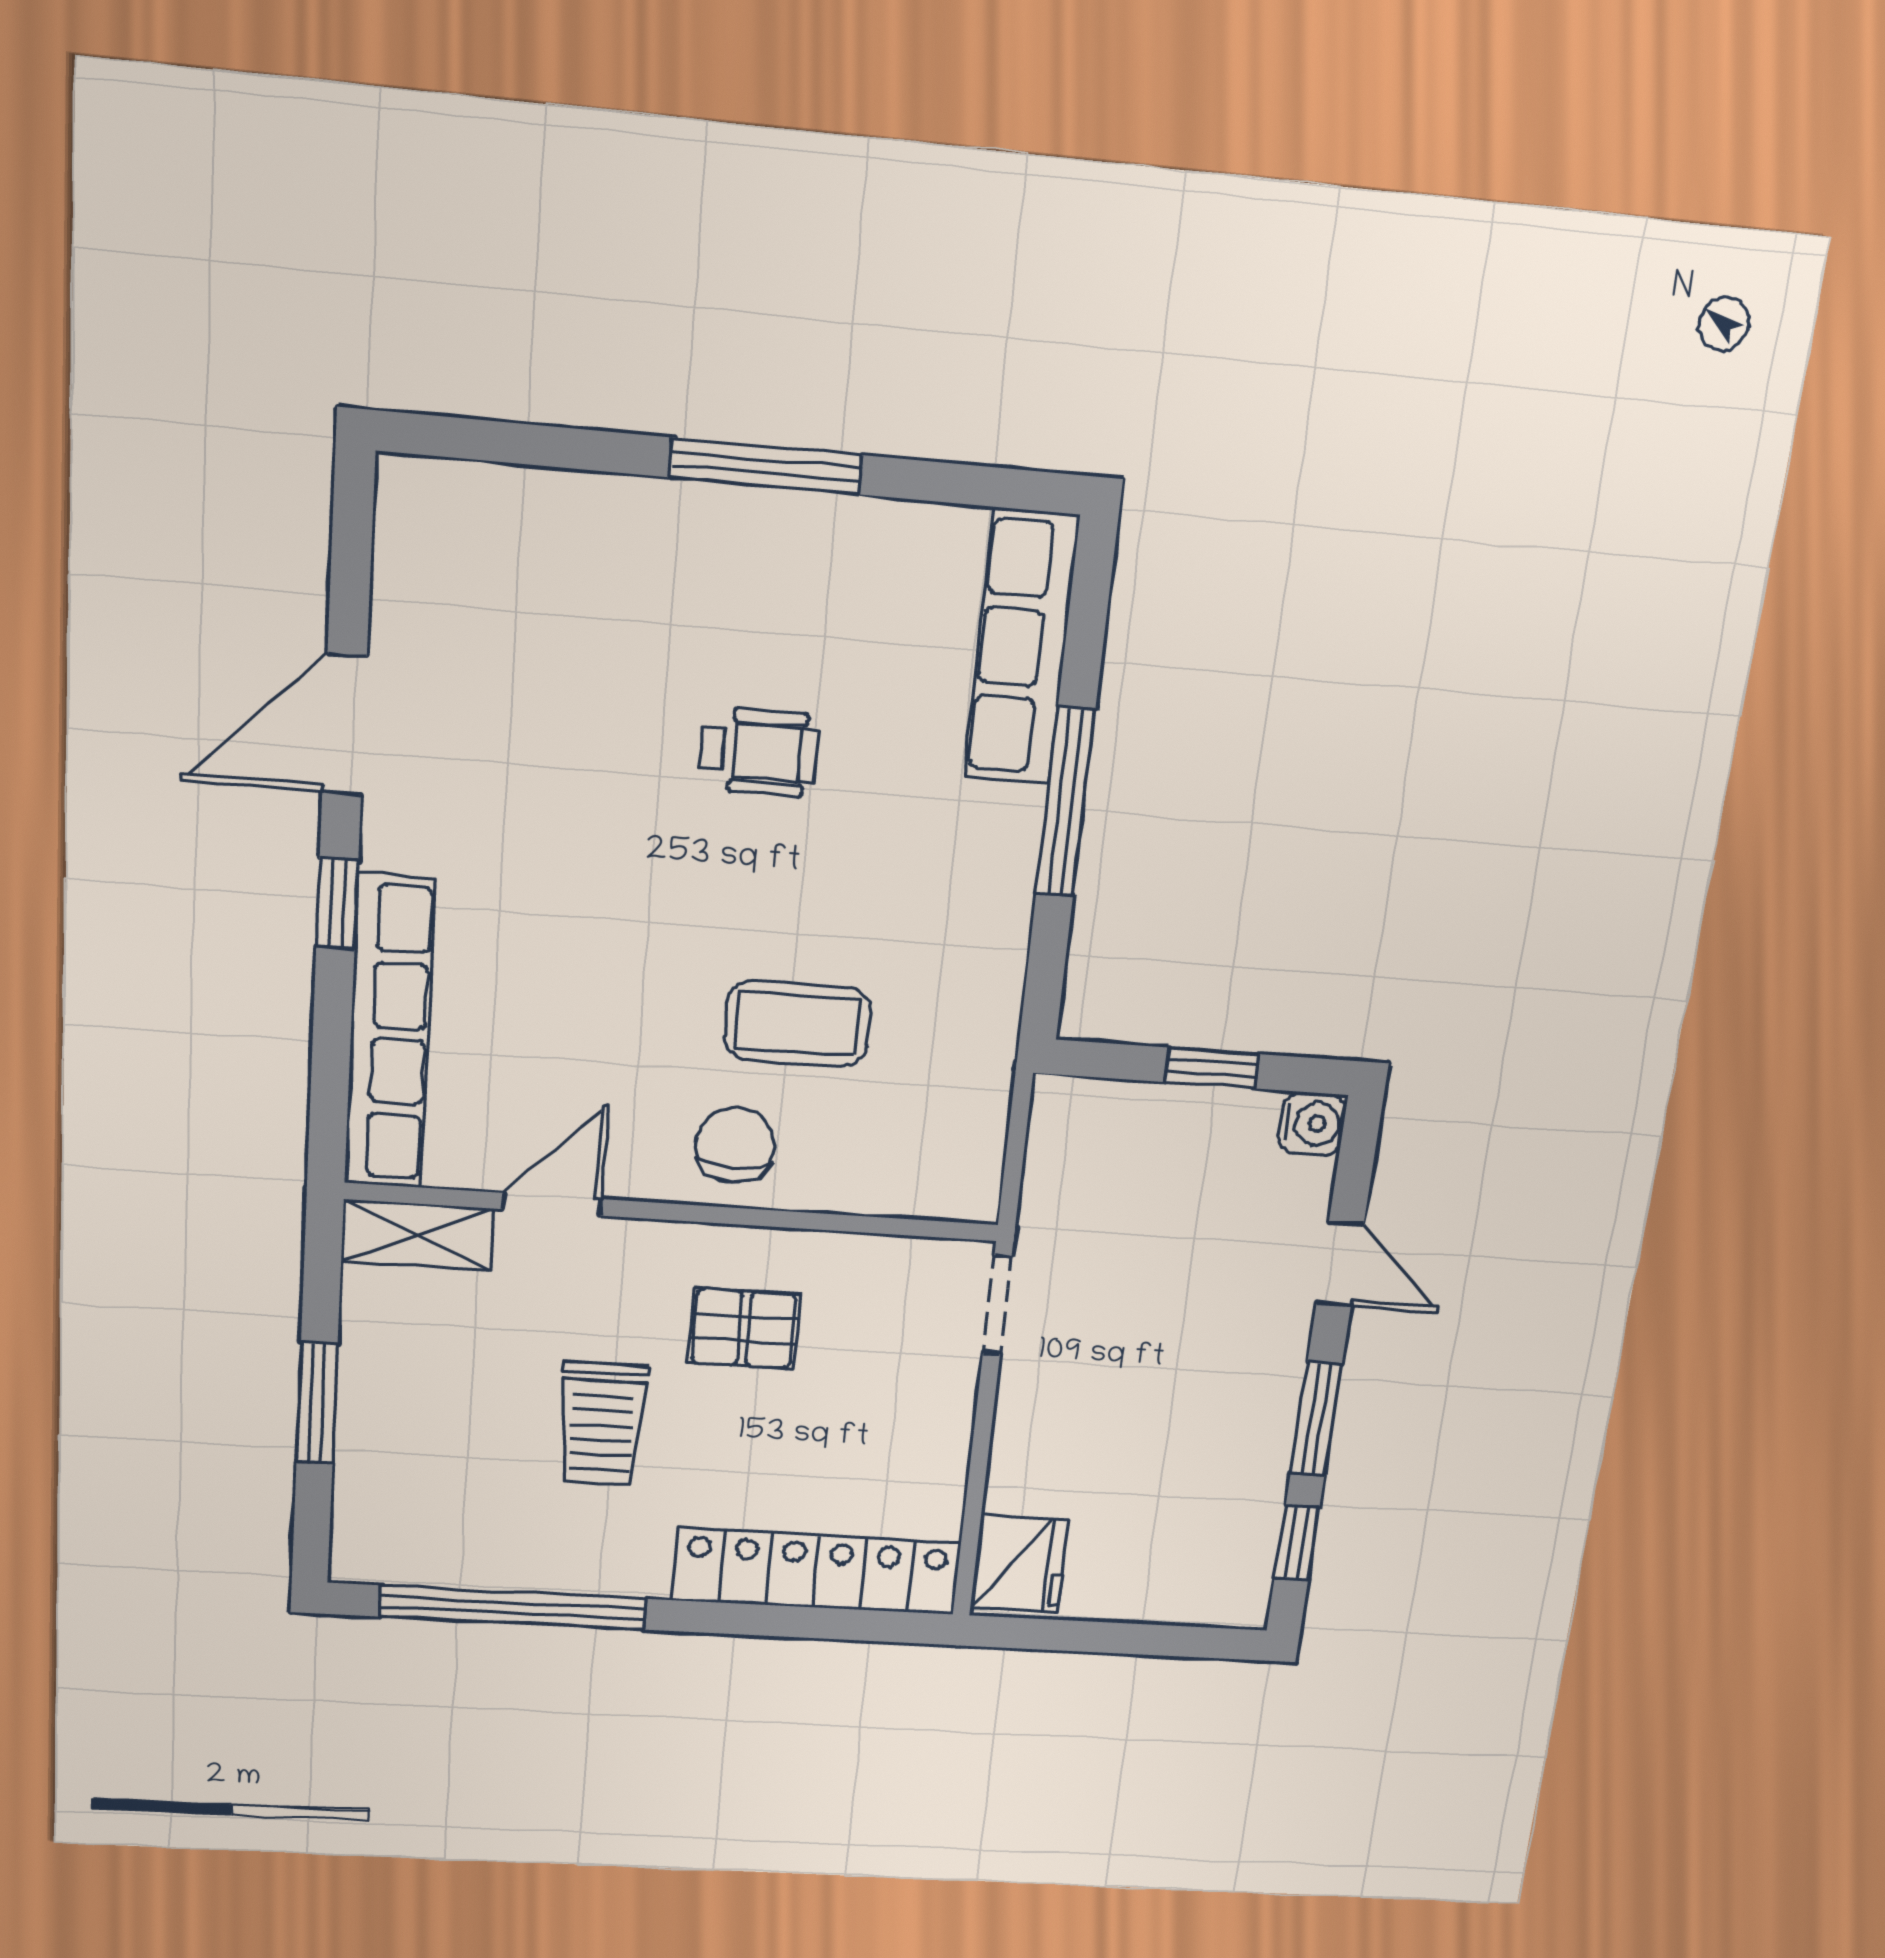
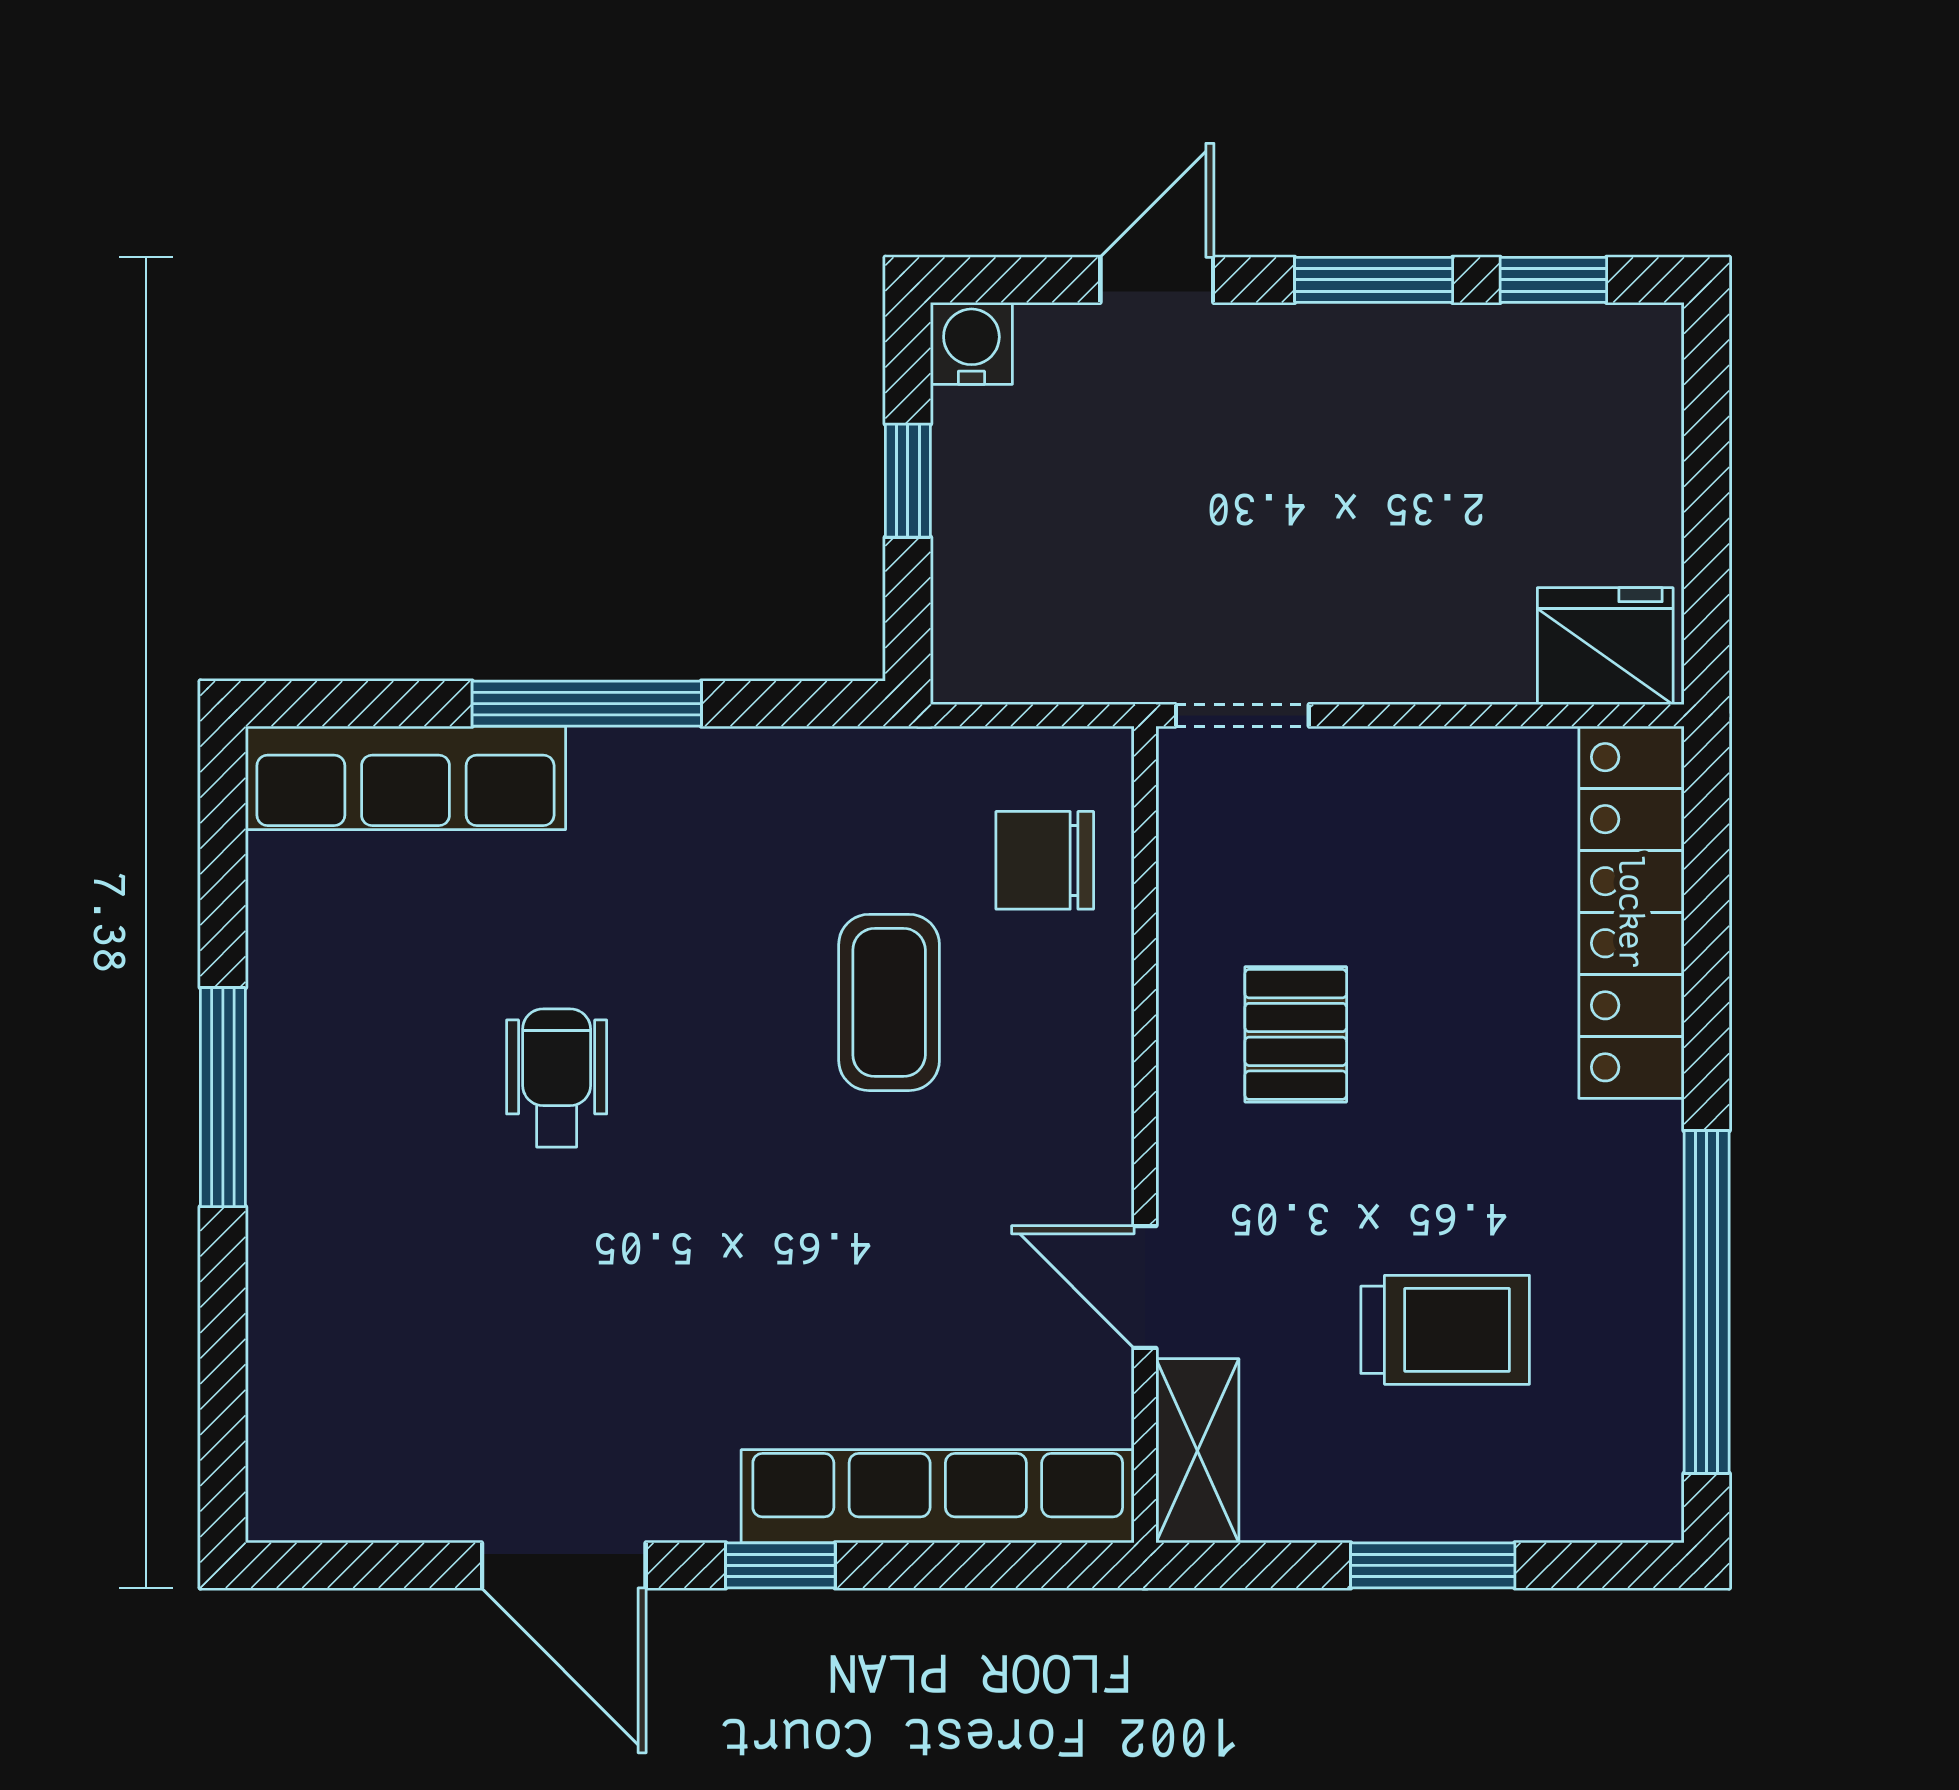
chair: (735, 1145) -> (1045, 860), moved
trolley: (602, 1424) -> (1445, 1330), moved

